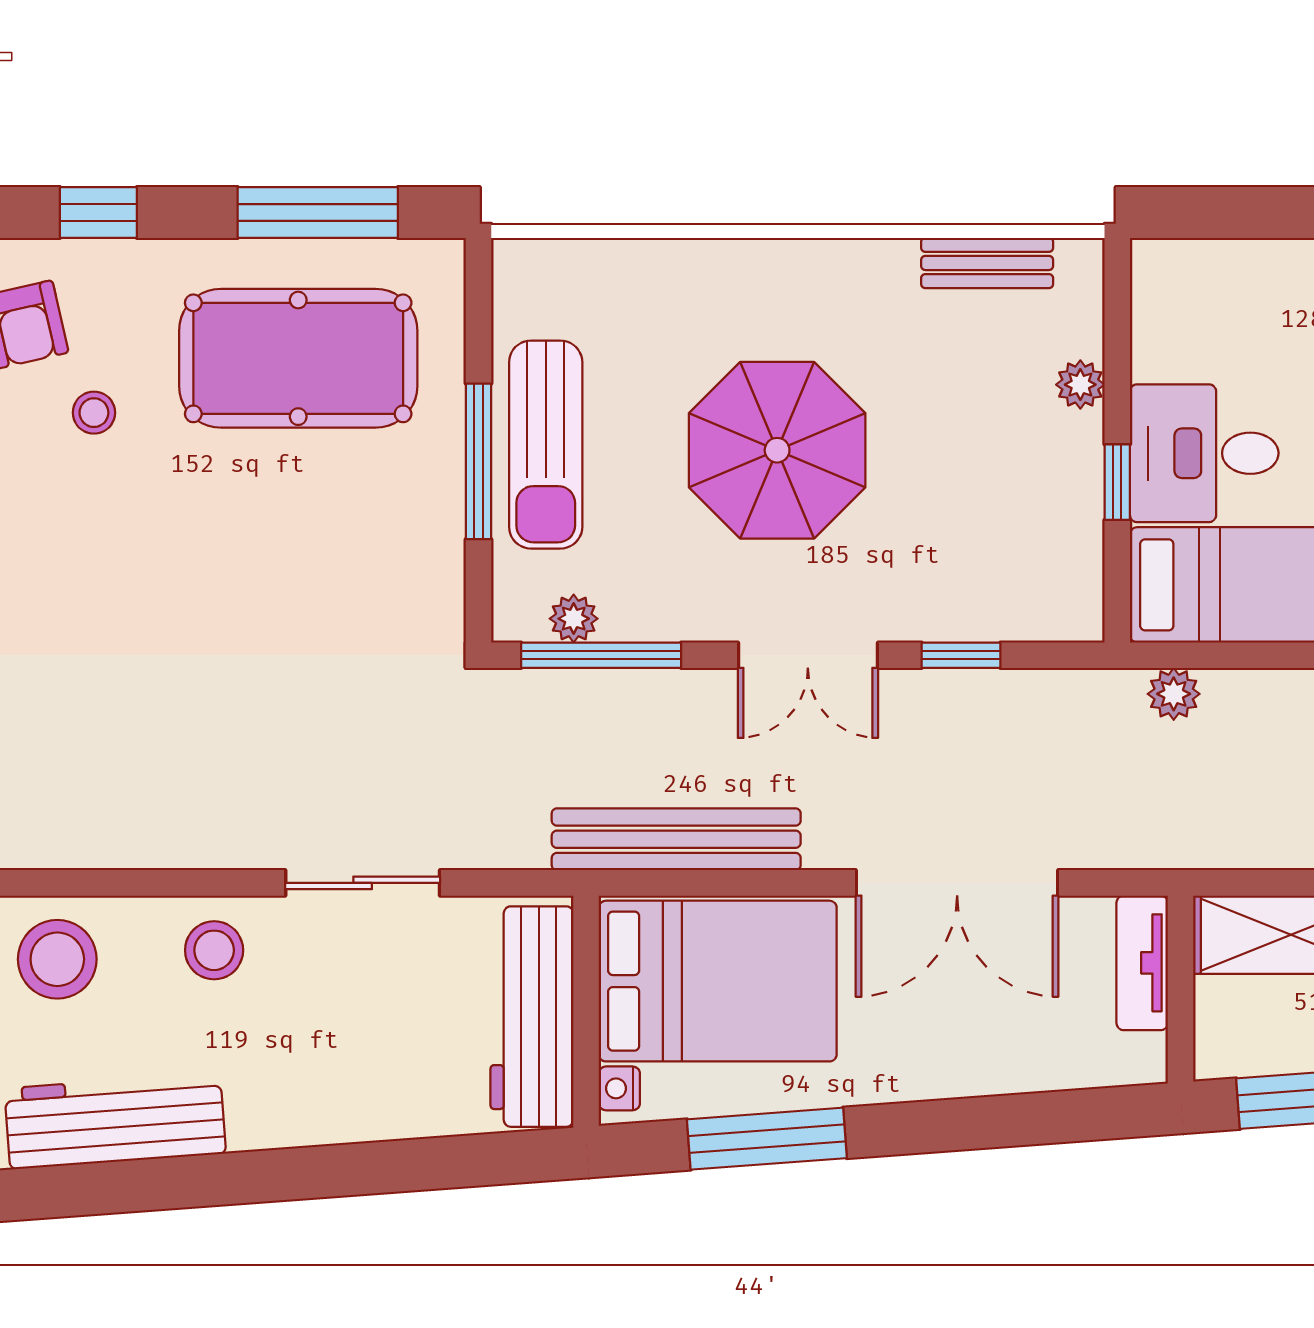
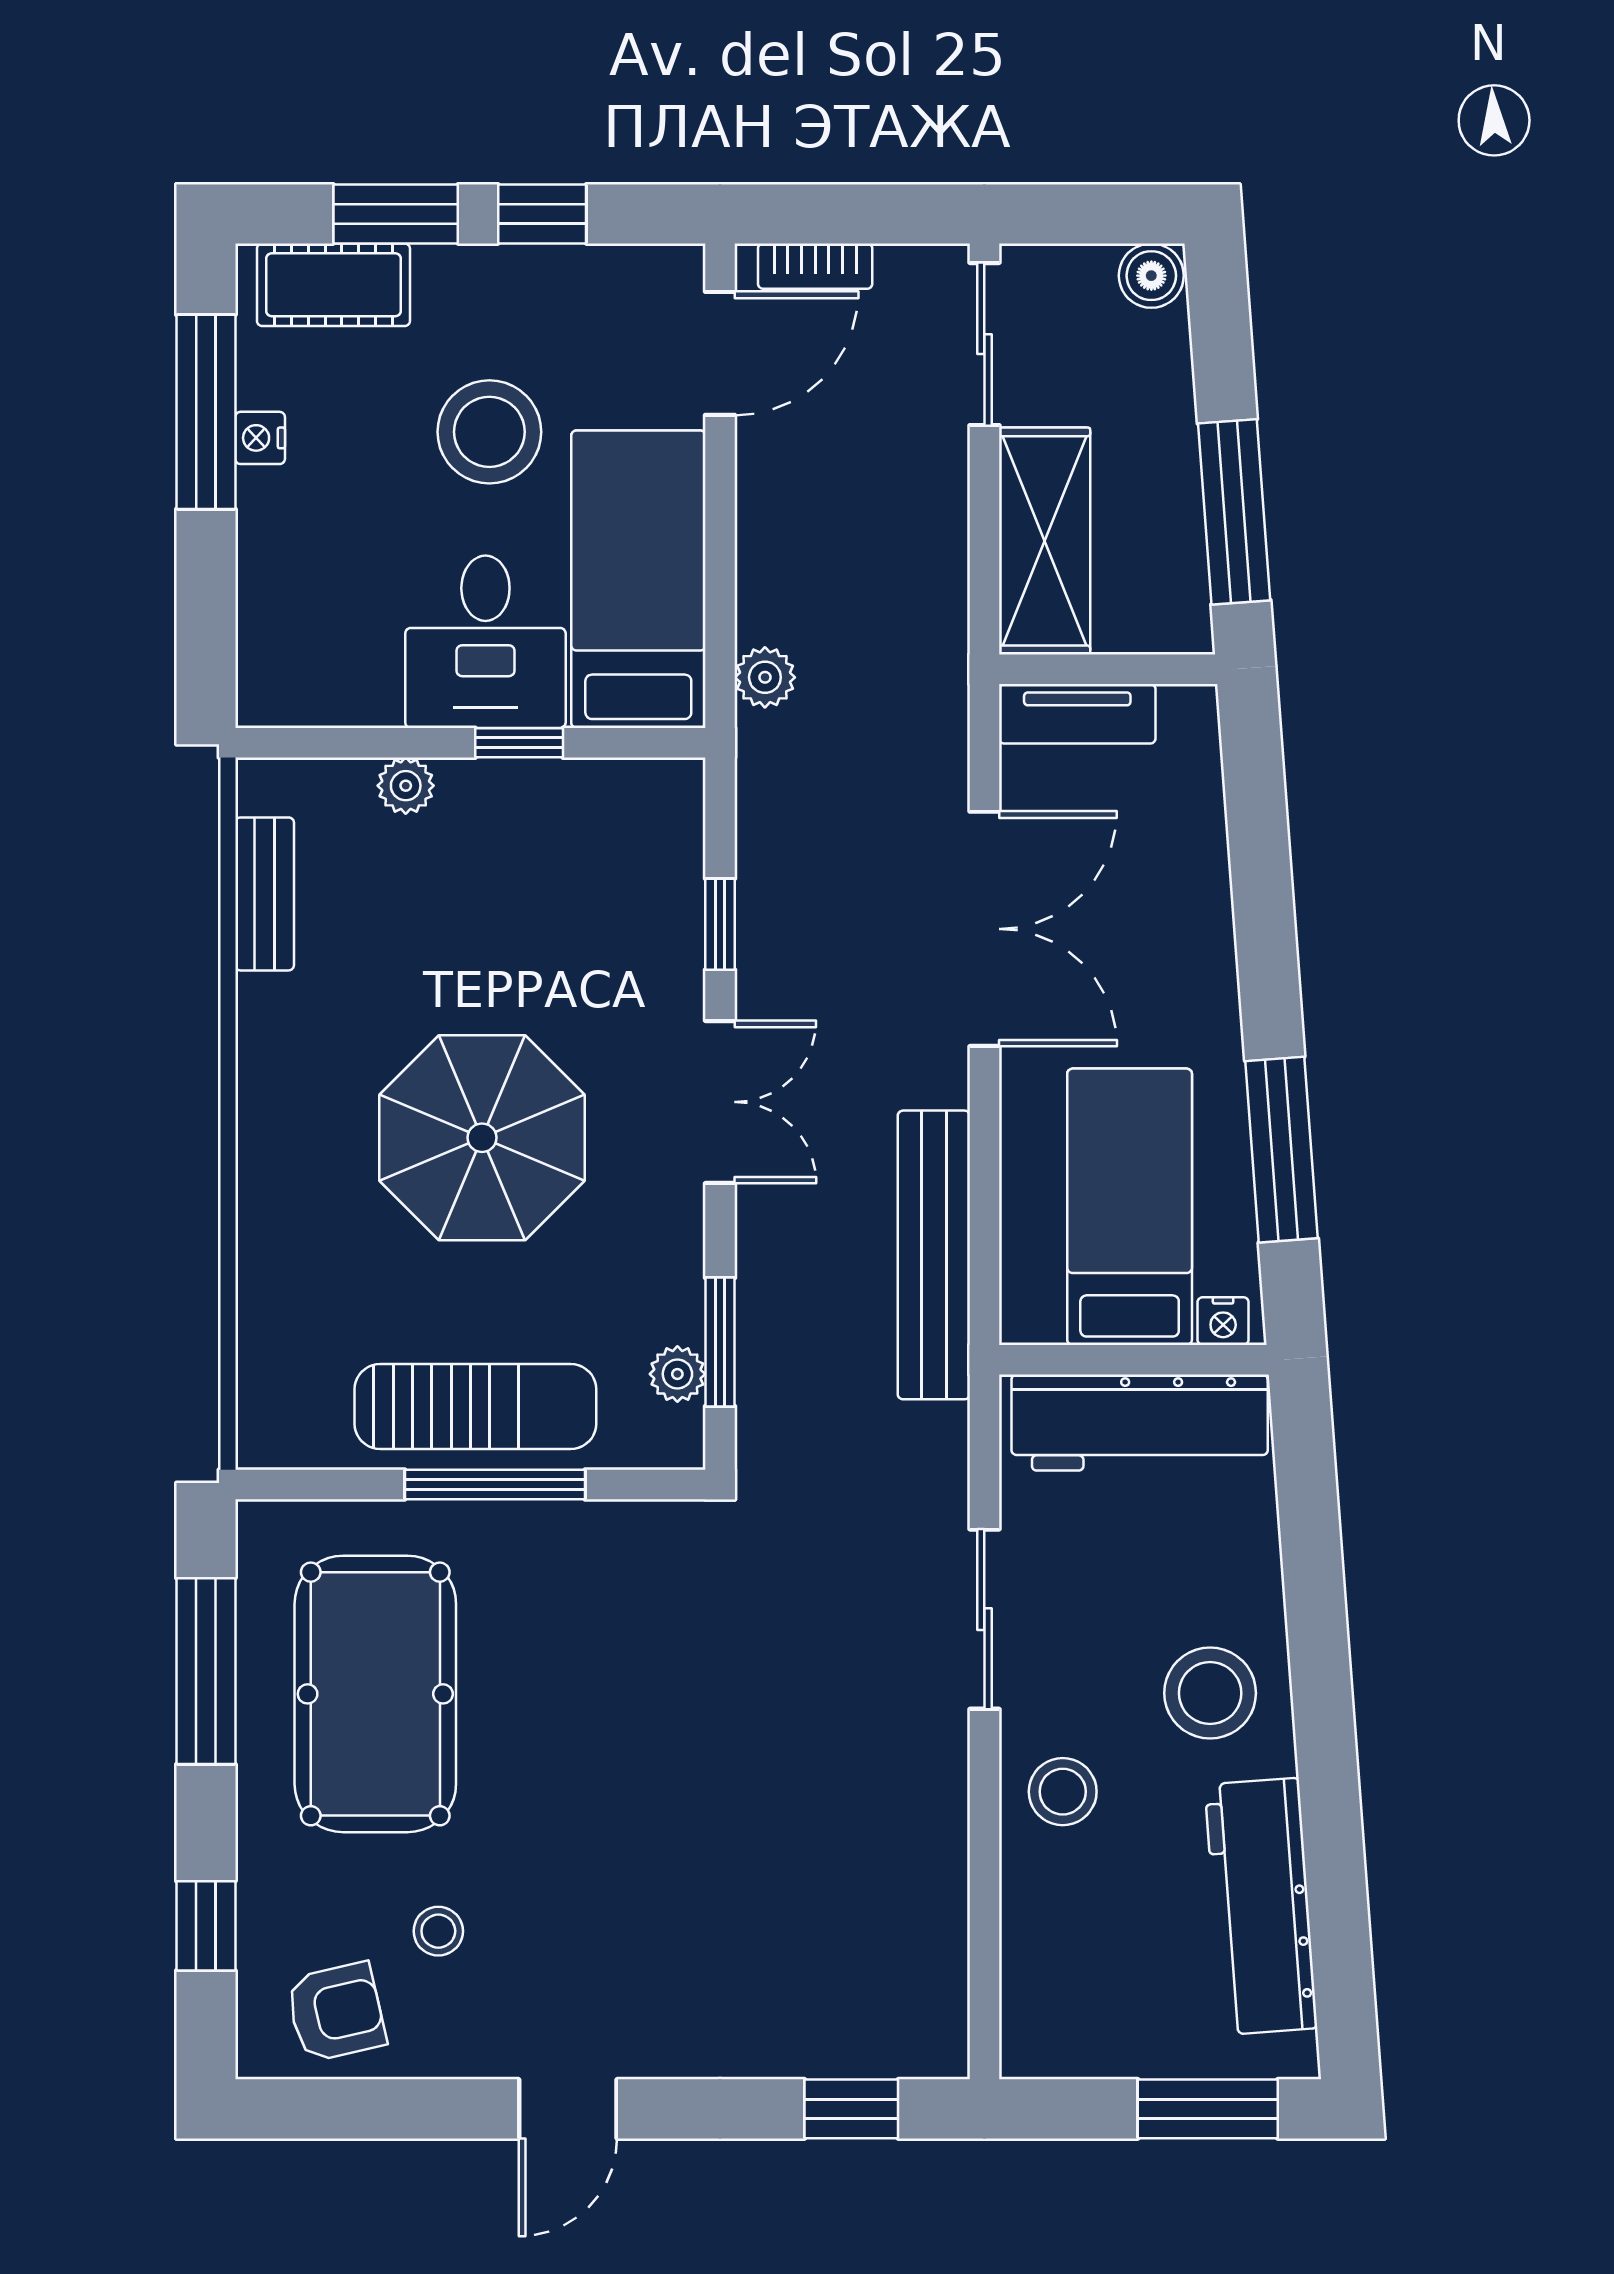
window: (601, 655) -> (720, 1342), width x0.69
stool: (57, 959) -> (1210, 1693), moved
bed: (718, 981) -> (1130, 1207), width x0.67

